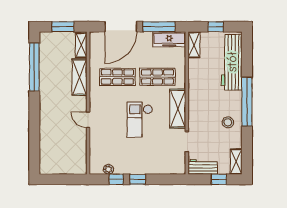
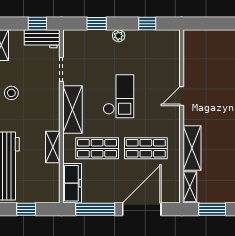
freezer: (169, 39) -> (72, 183), moved, turned 90
shelving: (194, 45) -> (53, 147), moved
door: (88, 120) -> (182, 96), swing flipped
plant: (108, 169) -> (119, 36), moved
window: (138, 179) -> (97, 24), moved
window: (219, 179) -> (37, 24), moved

